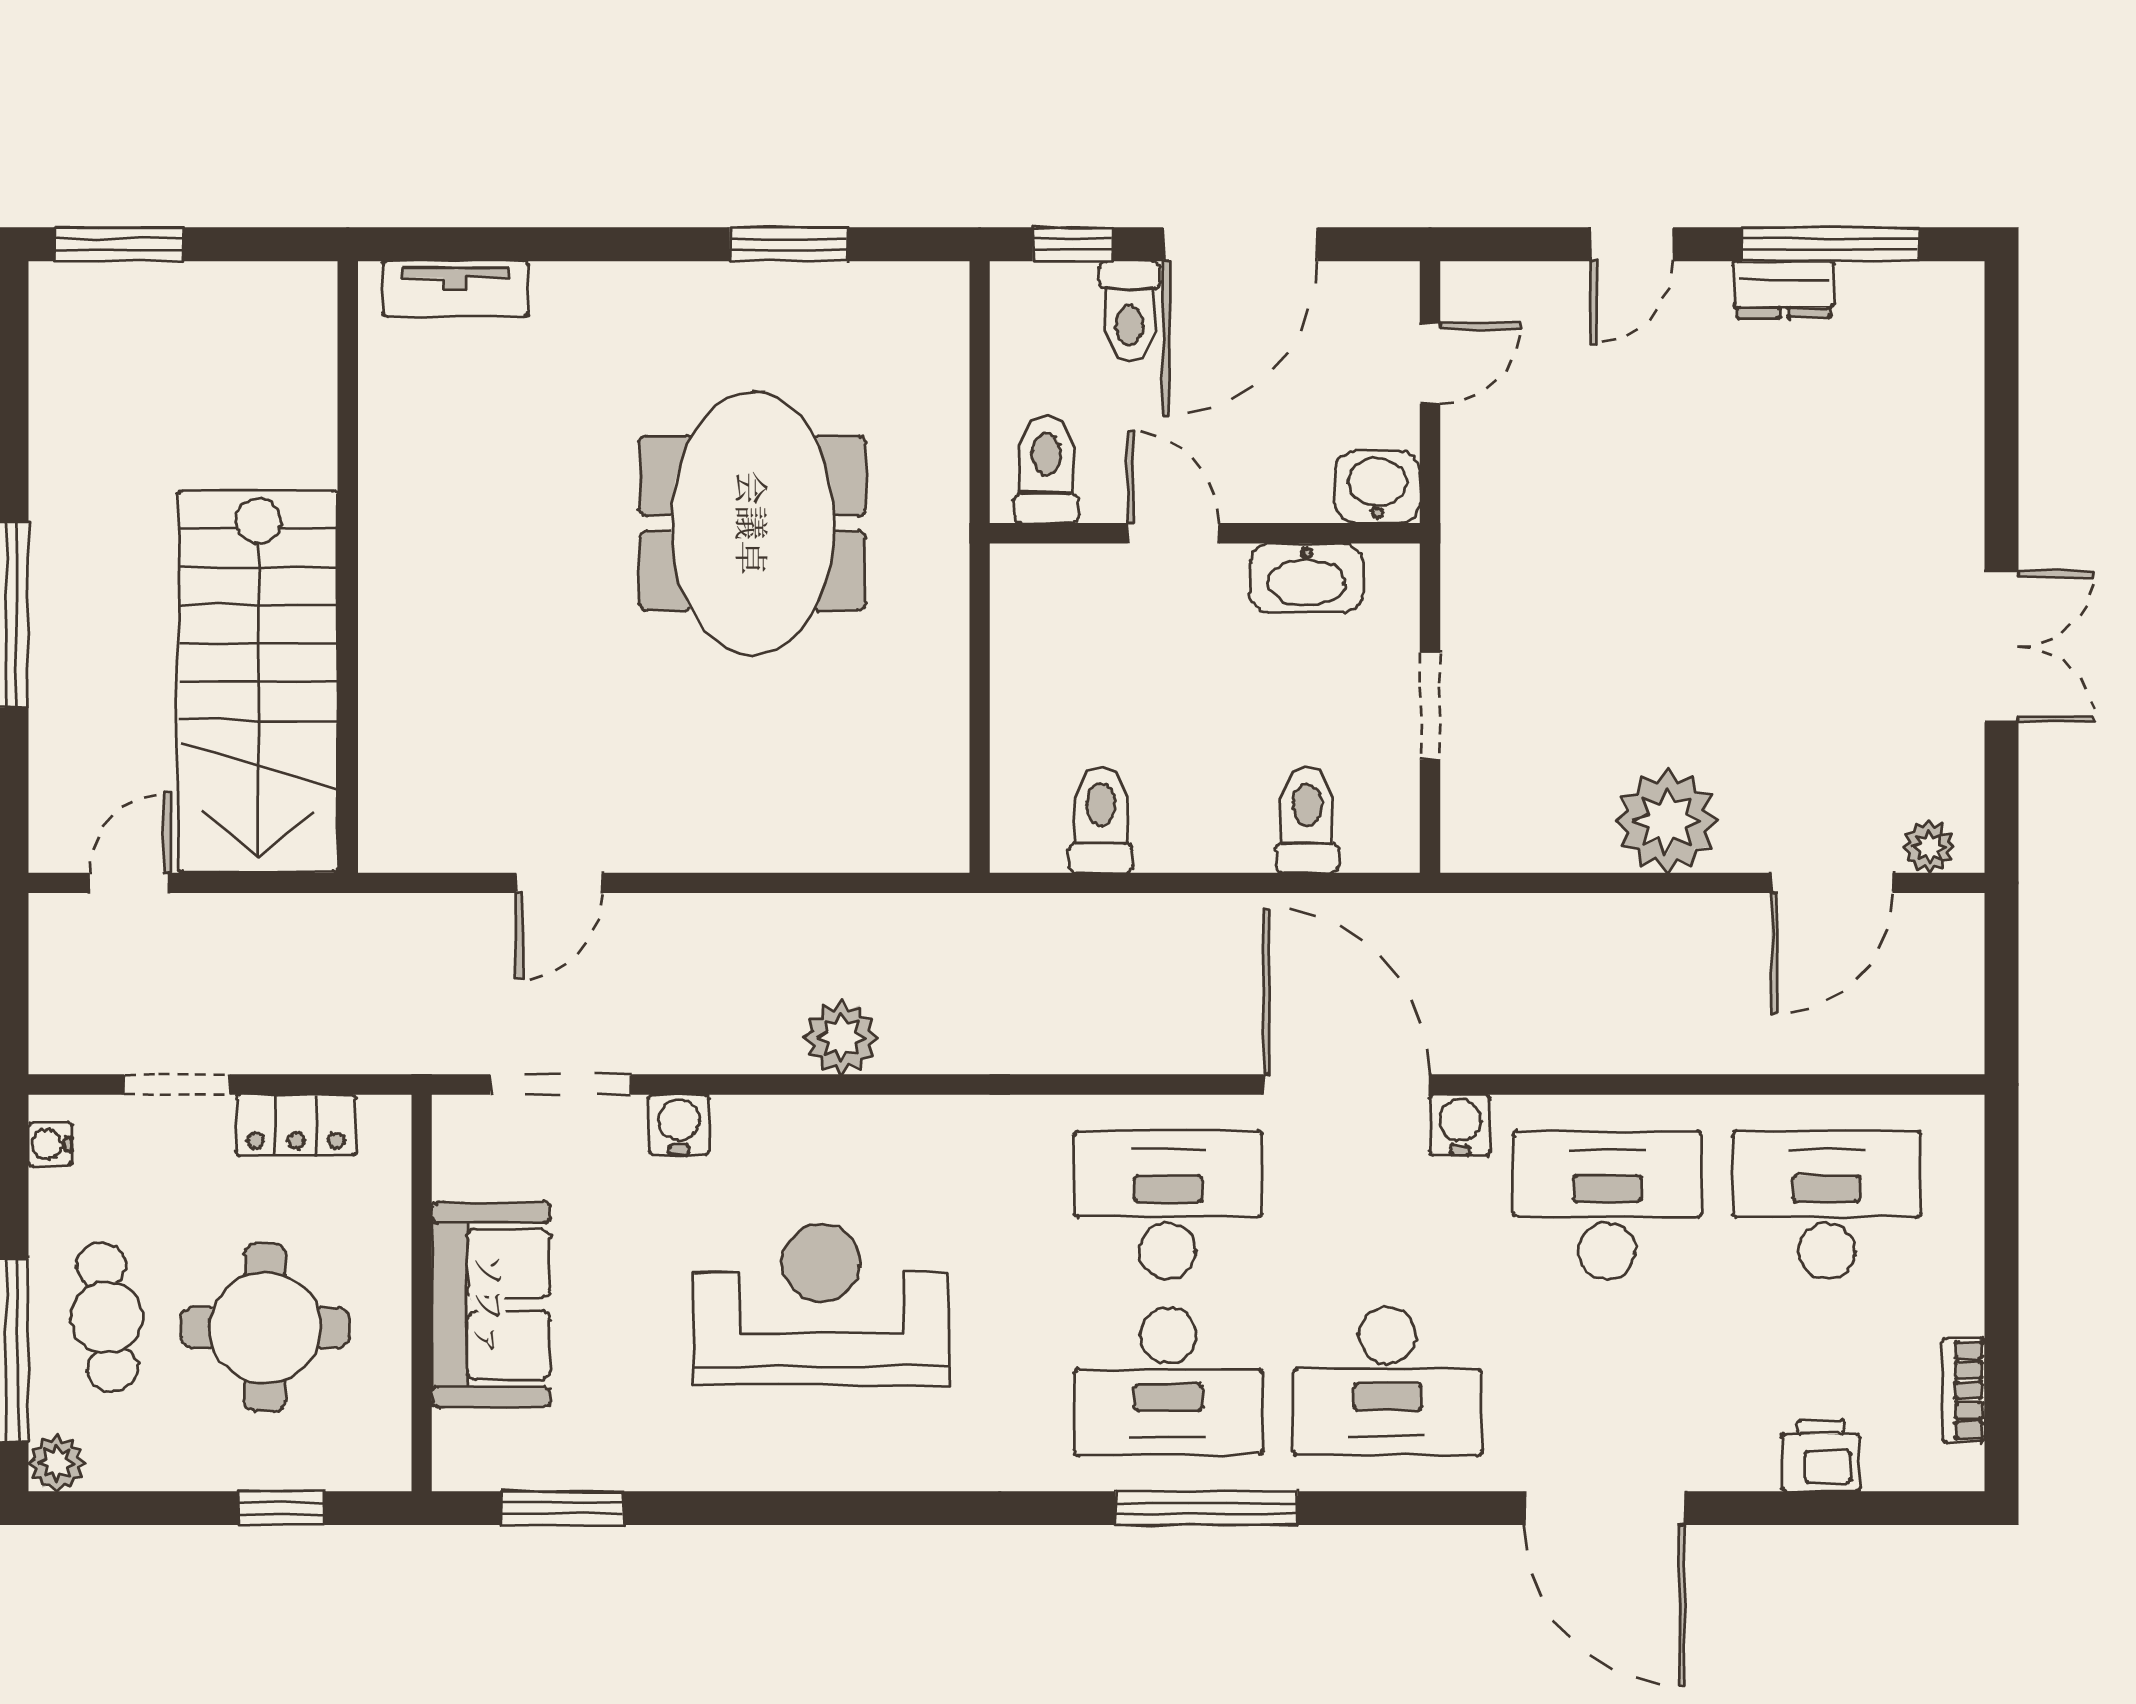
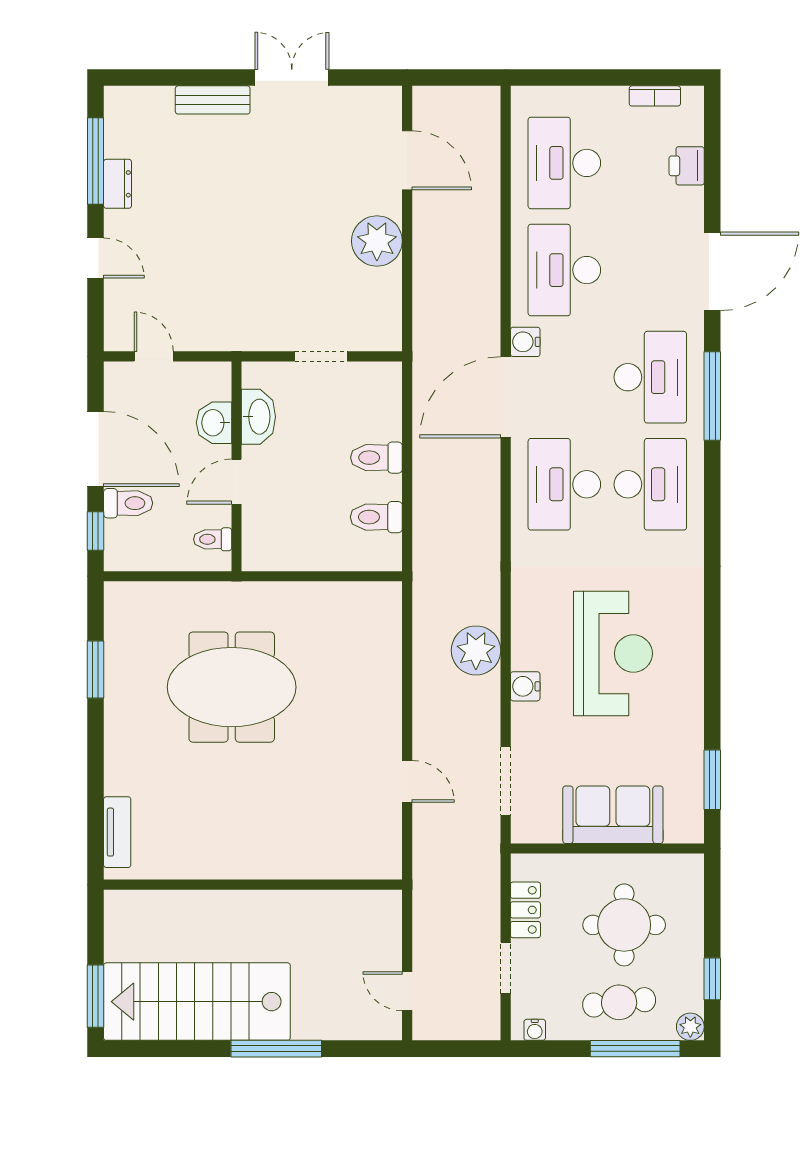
toilet: (1046, 469) -> (213, 539), width x0.73, depth x0.72
bench: (1956, 484) -> (213, 100), added
washbasin: (1377, 487) -> (214, 423), moved
stairs: (258, 682) -> (197, 1002), moved, turned 180
toilet: (1307, 820) -> (376, 458), moved
plant: (1929, 847) -> (390, 113), removed
plant: (841, 1037) -> (476, 650), width x1.36, depth x1.36
water cooler: (679, 1125) -> (525, 686), moved
reception desk: (821, 1305) -> (613, 654), turned 180
window: (281, 1508) -> (712, 979), moved
window: (1207, 1508) -> (712, 396), moved

